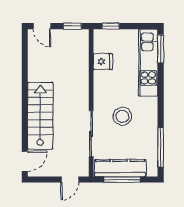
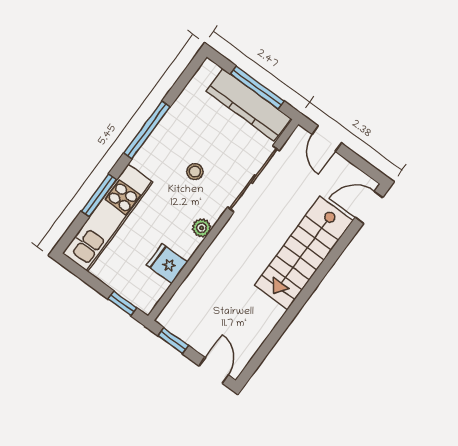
window: (161, 49) -> (99, 195), moved
plant: (99, 91) -> (202, 228), added
stool: (122, 116) -> (195, 172), width x0.53, depth x0.53
window: (161, 147) -> (147, 130), moved
door: (70, 180) -> (327, 139), swing flipped

